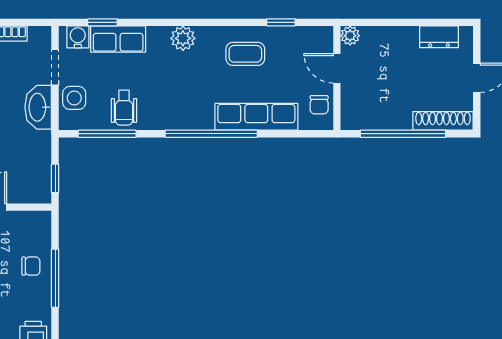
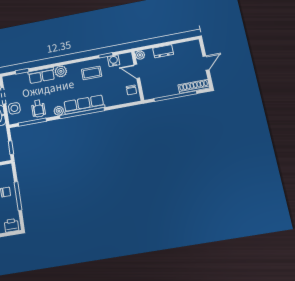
water cooler: (78, 37) -> (114, 61), moved
dresser: (439, 37) -> (163, 51), moved
row of seats: (118, 39) -> (41, 75), moved
row of seats: (256, 117) -> (84, 105), moved
plant: (165, 120) -> (59, 111), added

